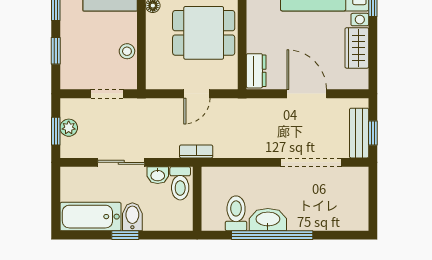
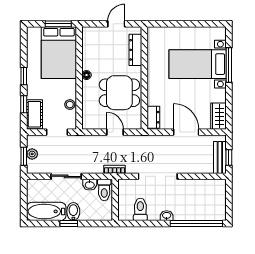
wardrobe: (357, 48) -> (218, 116), moved
cot: (72, 66) -> (34, 114), added
door: (197, 94) -> (115, 132), swing flipped
doorway: (311, 162) -> (158, 176), moved
washbasin: (268, 220) -> (167, 216), width x0.52, depth x0.69
window: (272, 235) -> (196, 223), moved

